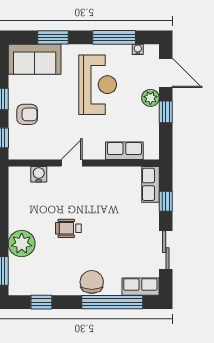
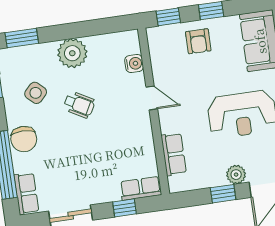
wheelchair: (68, 228) -> (79, 105), turned 119
plant: (22, 244) -> (72, 53), moved
side table: (52, 266) -> (36, 93), added
chair: (92, 282) -> (24, 139), turned 90

